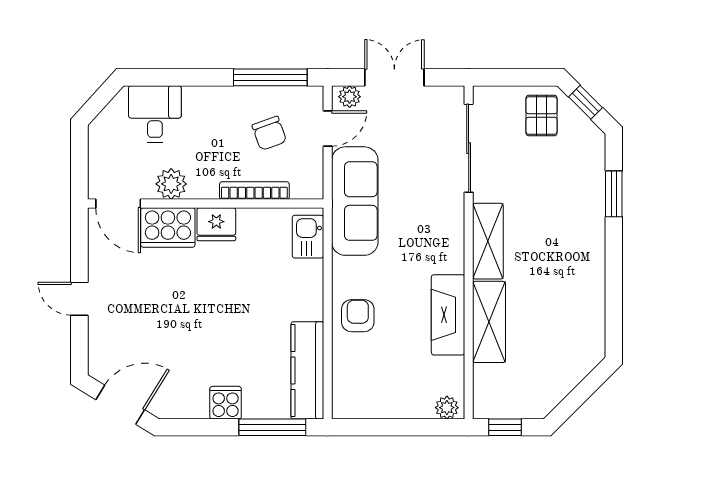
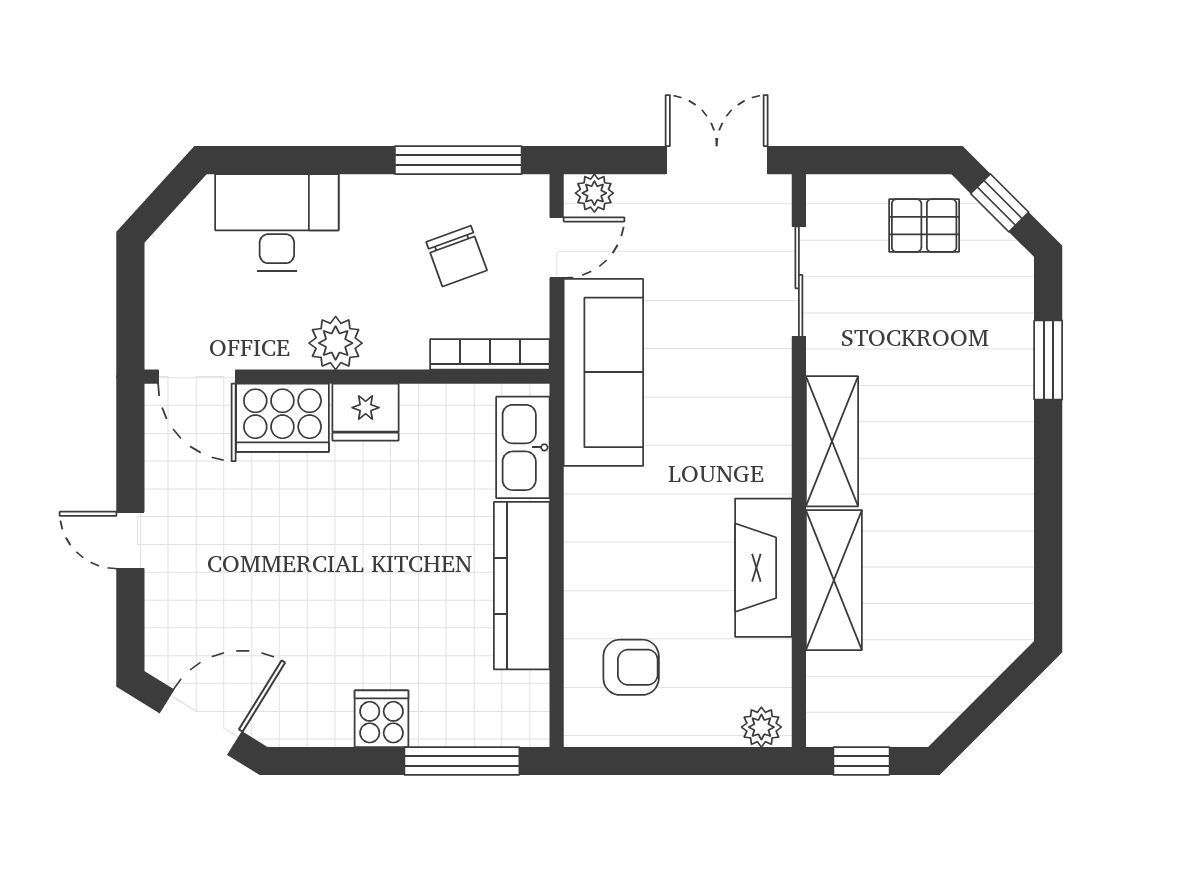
double door: (394, 77) -> (717, 160), moved
desk: (155, 114) -> (277, 223), width x1.37
pallet: (542, 116) -> (924, 226), turned 90
sliding door: (469, 148) -> (799, 282), width x0.73
plant: (171, 184) -> (336, 343), moved
bookcase: (254, 191) -> (490, 354), moved
kitchen sink: (308, 237) -> (523, 447), width x1.38
armchair: (358, 316) -> (631, 667), moved, turned 90
kitchen counter: (307, 370) -> (522, 586), moved

